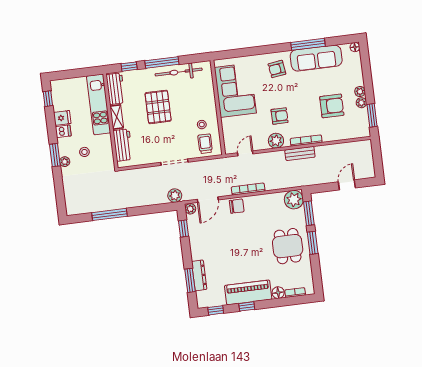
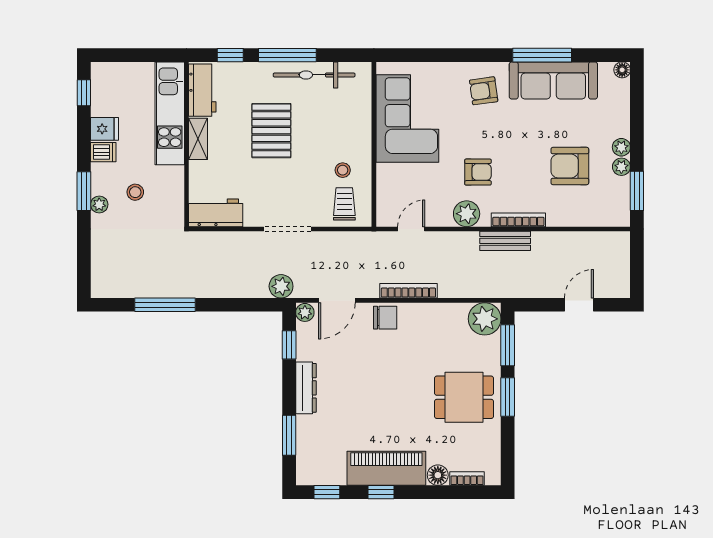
armchair: (332, 106) -> (570, 166), turned 180
workbench: (123, 145) -> (216, 213), moved, turned -90
dining table: (288, 246) -> (464, 397), turned 90
dresser: (199, 275) -> (306, 388), moved

